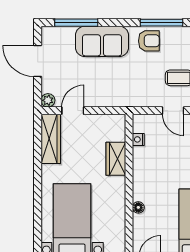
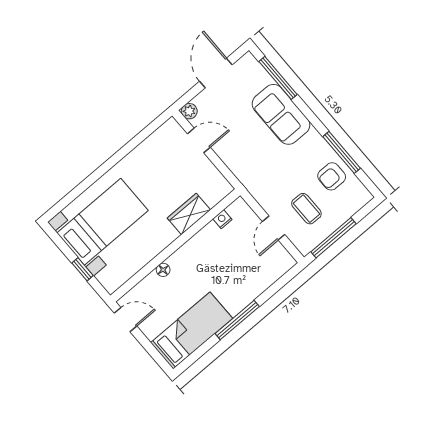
armchair: (149, 41) -> (332, 176), moved, turned 90
wardrobe: (51, 139) -> (158, 142), removed

